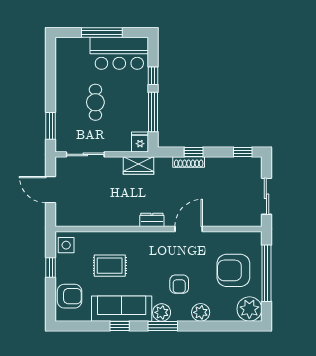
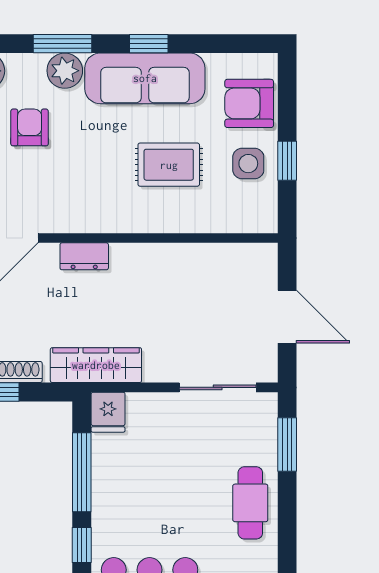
cafe table: (95, 102) -> (250, 503), moved
wardrobe: (138, 166) -> (96, 365), width x1.50
side table: (66, 245) -> (248, 164), moved

